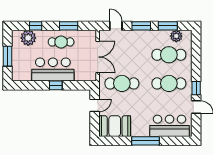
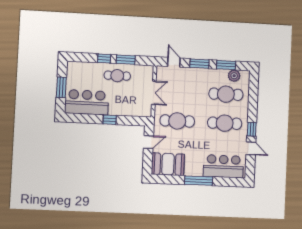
window: (36, 26) -> (104, 58), moved
plant: (28, 38) -> (84, 70), removed
double door: (98, 57) -> (154, 93), width x0.73
bar counter: (53, 69) -> (87, 102), moved

